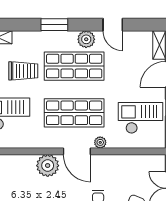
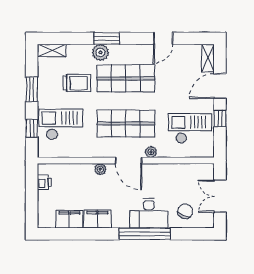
door: (113, 25) -> (163, 38), hinge flipped
plant: (86, 39) -> (100, 52), moved
plant: (48, 166) -> (100, 169), width x0.53, depth x0.53

